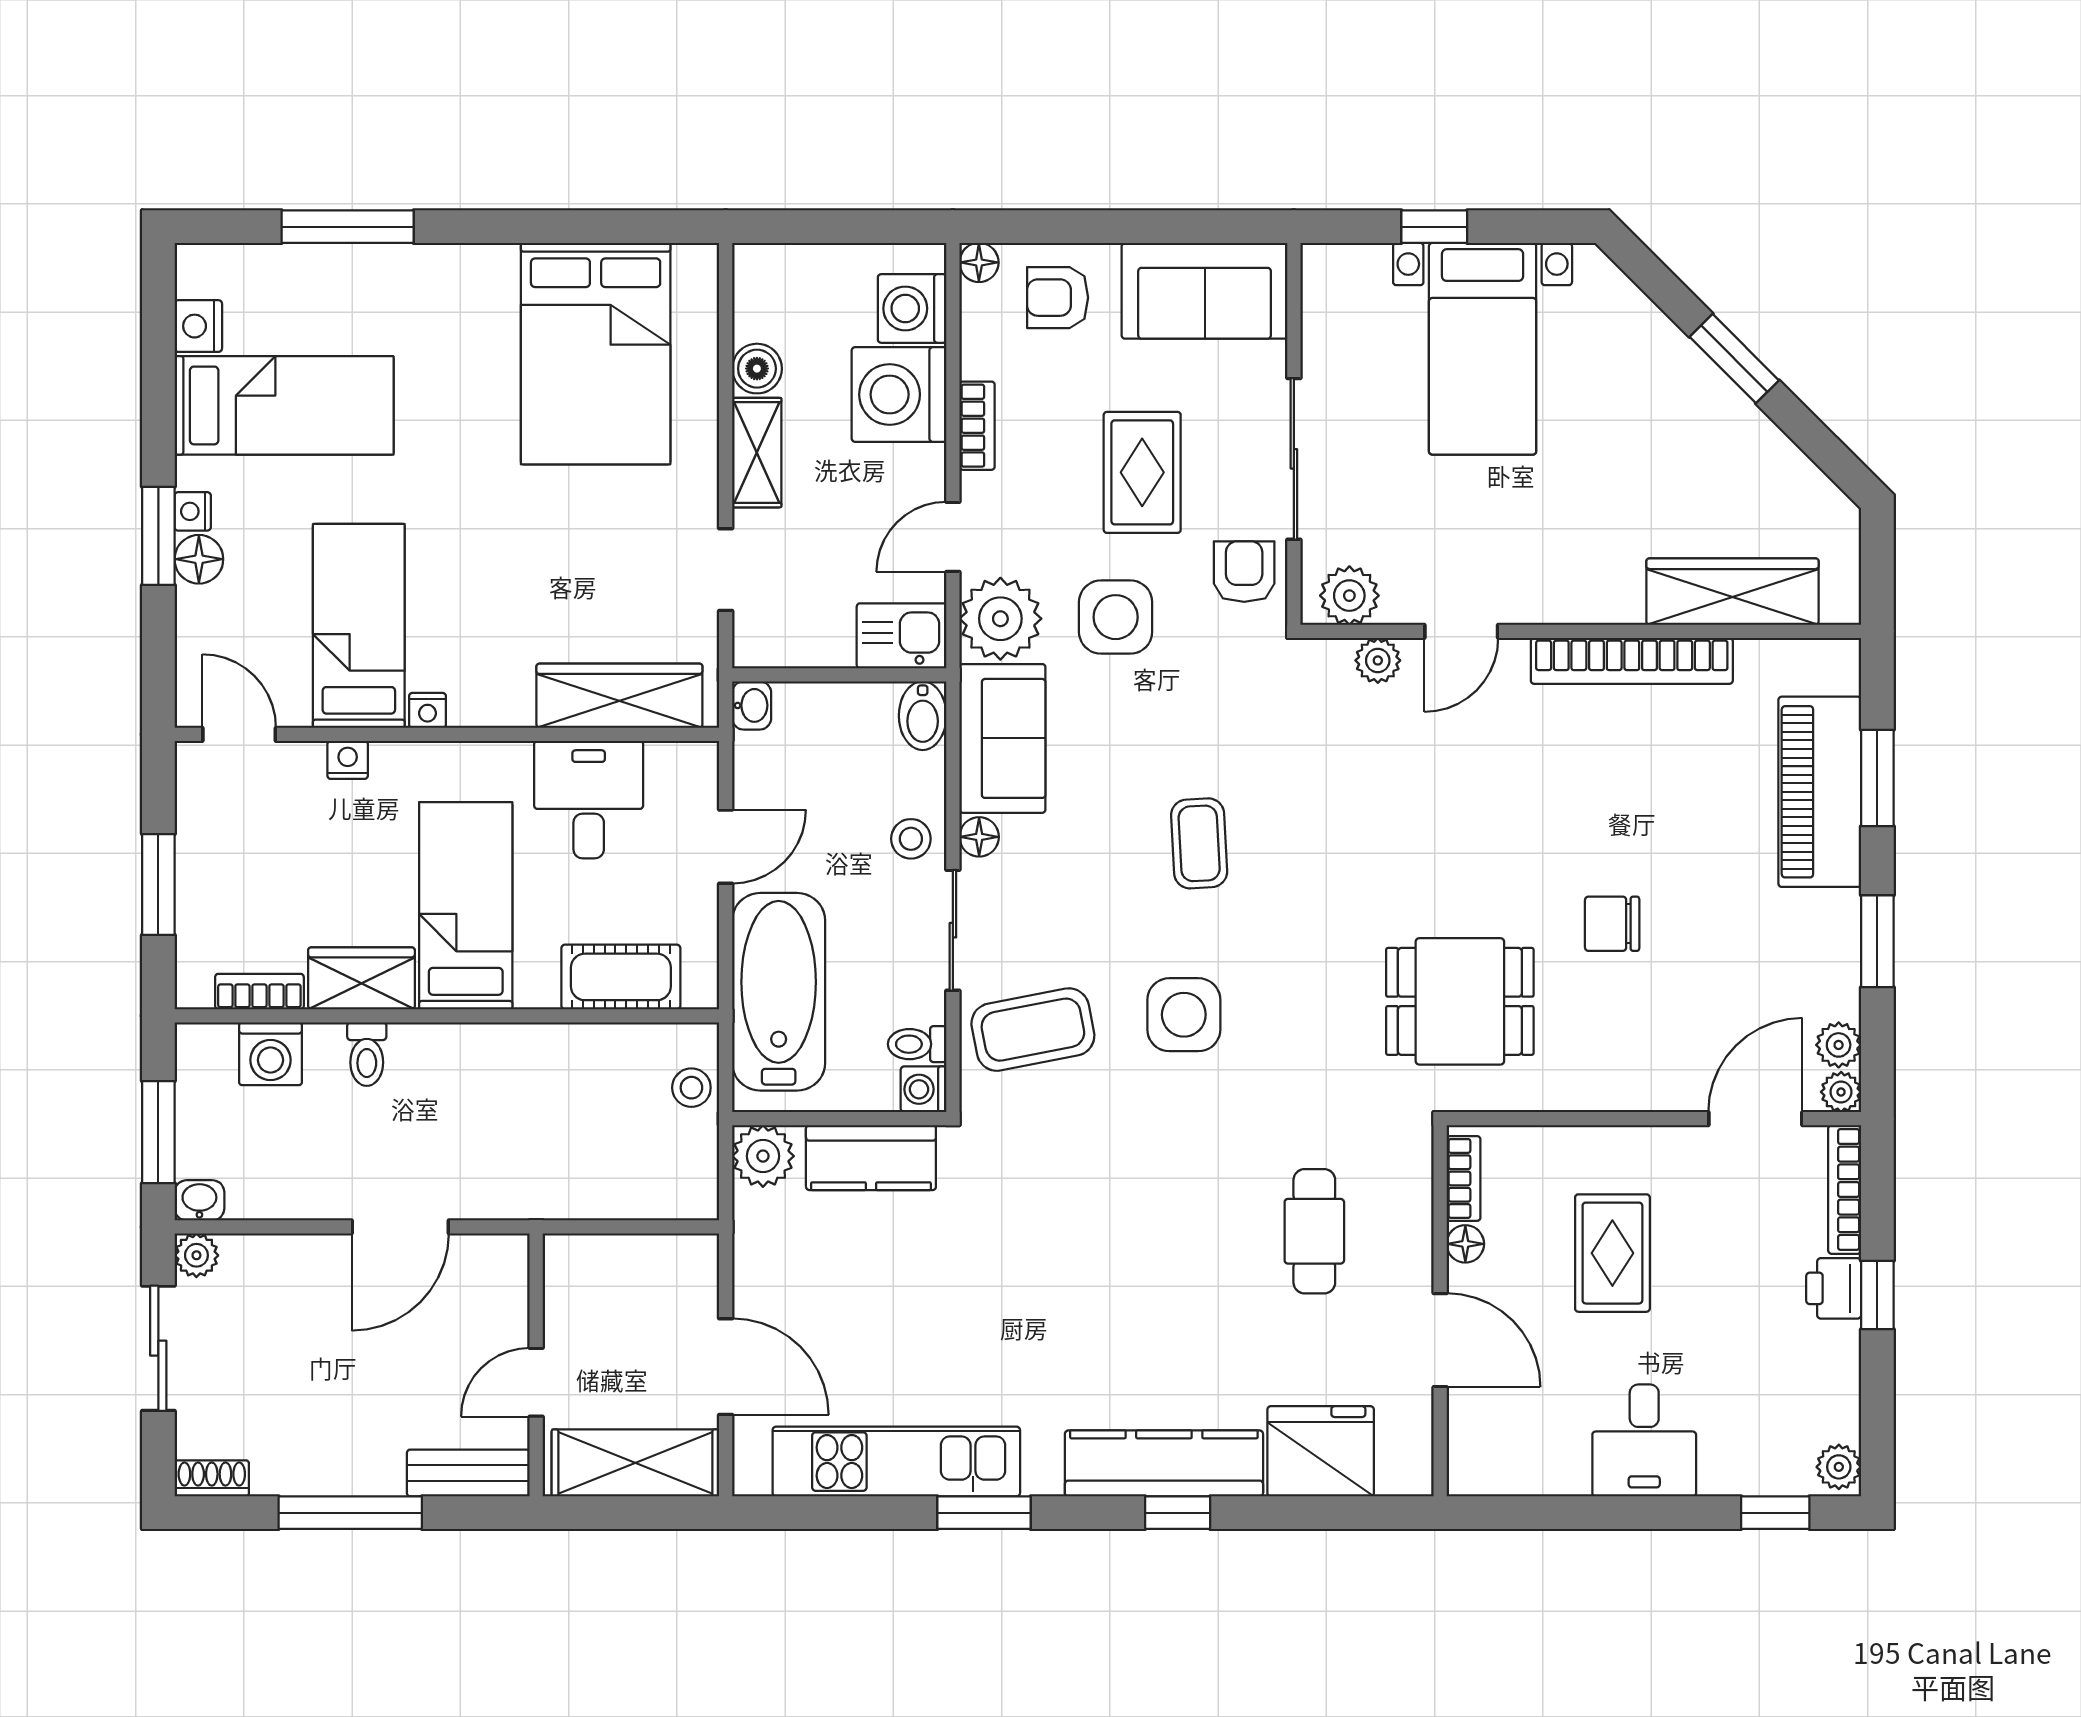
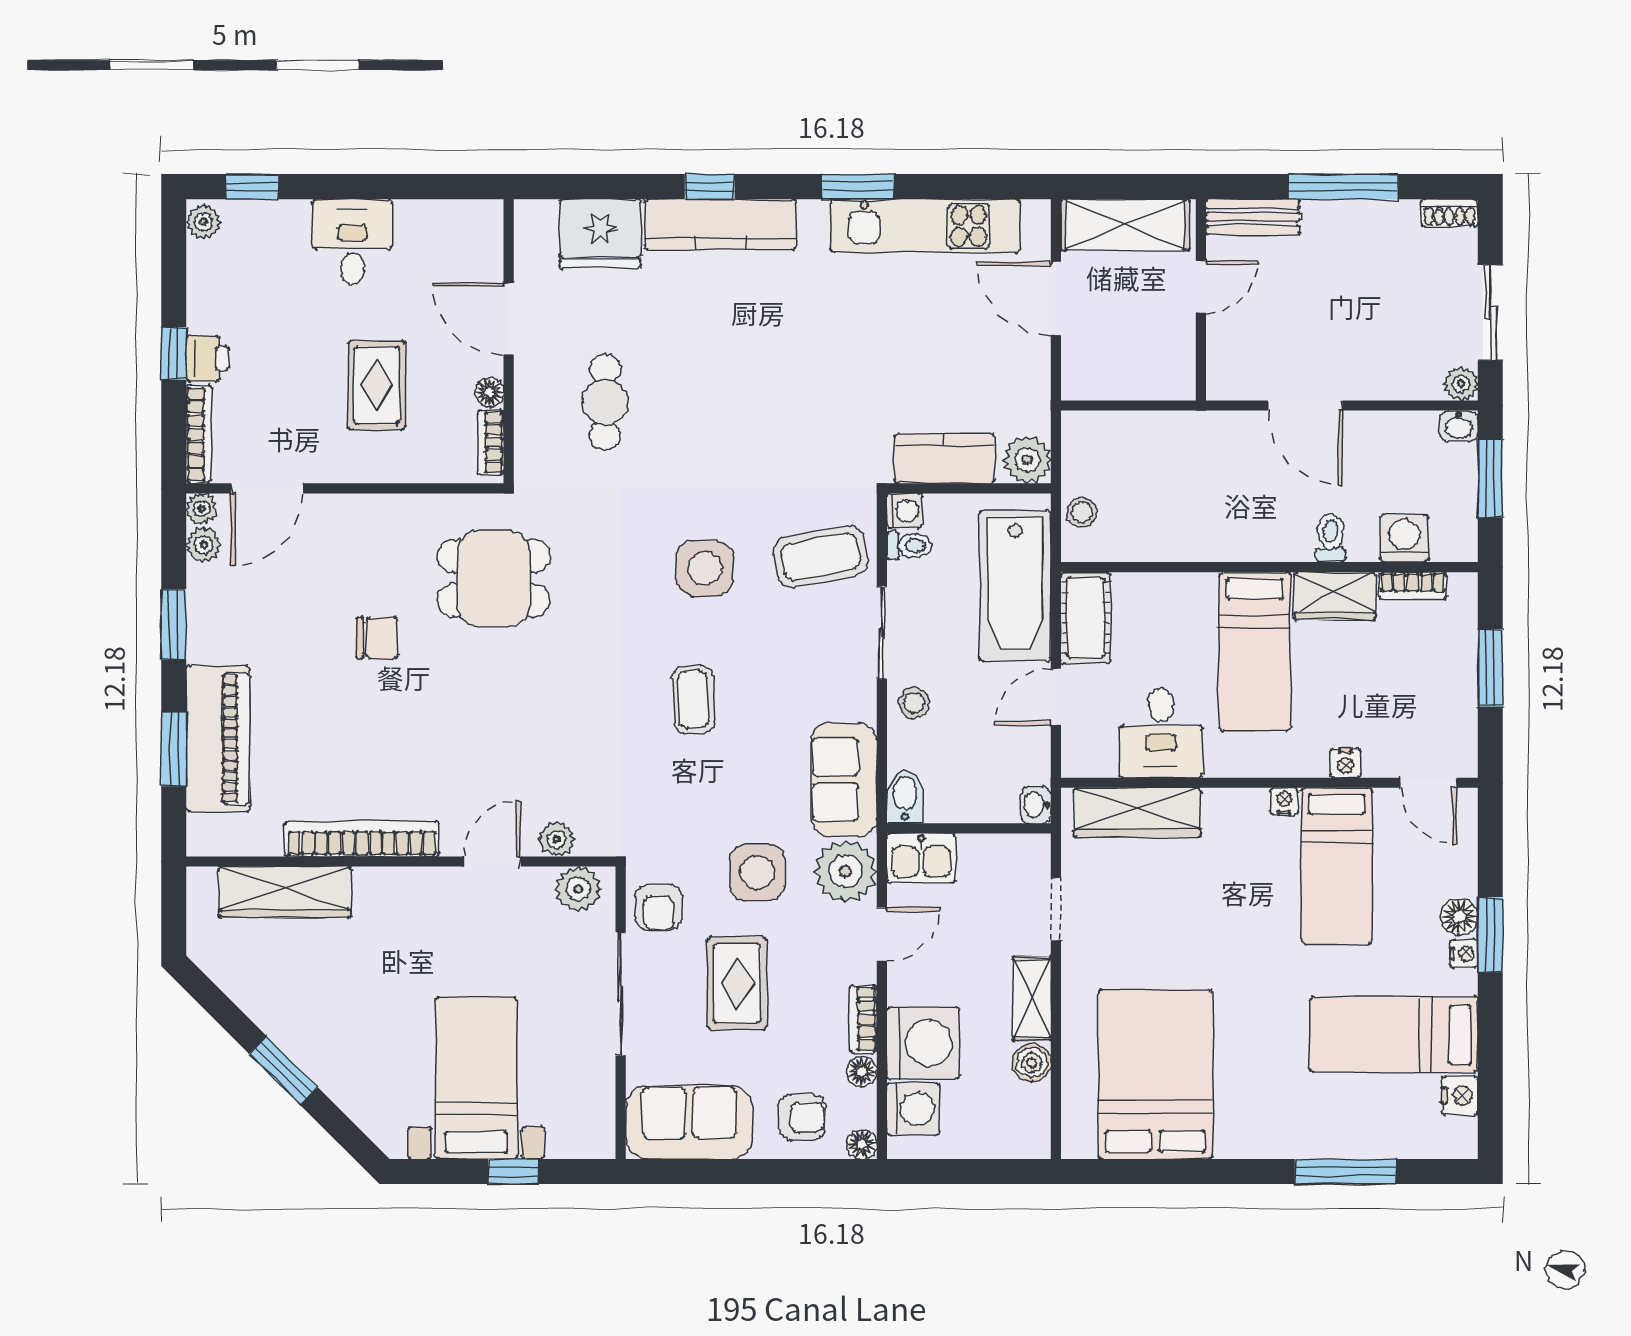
floor lamp: (979, 837) -> (862, 1071), moved
cot: (621, 977) -> (1086, 618), moved, turned 90
door: (400, 1227) -> (1305, 406), swing flipped

